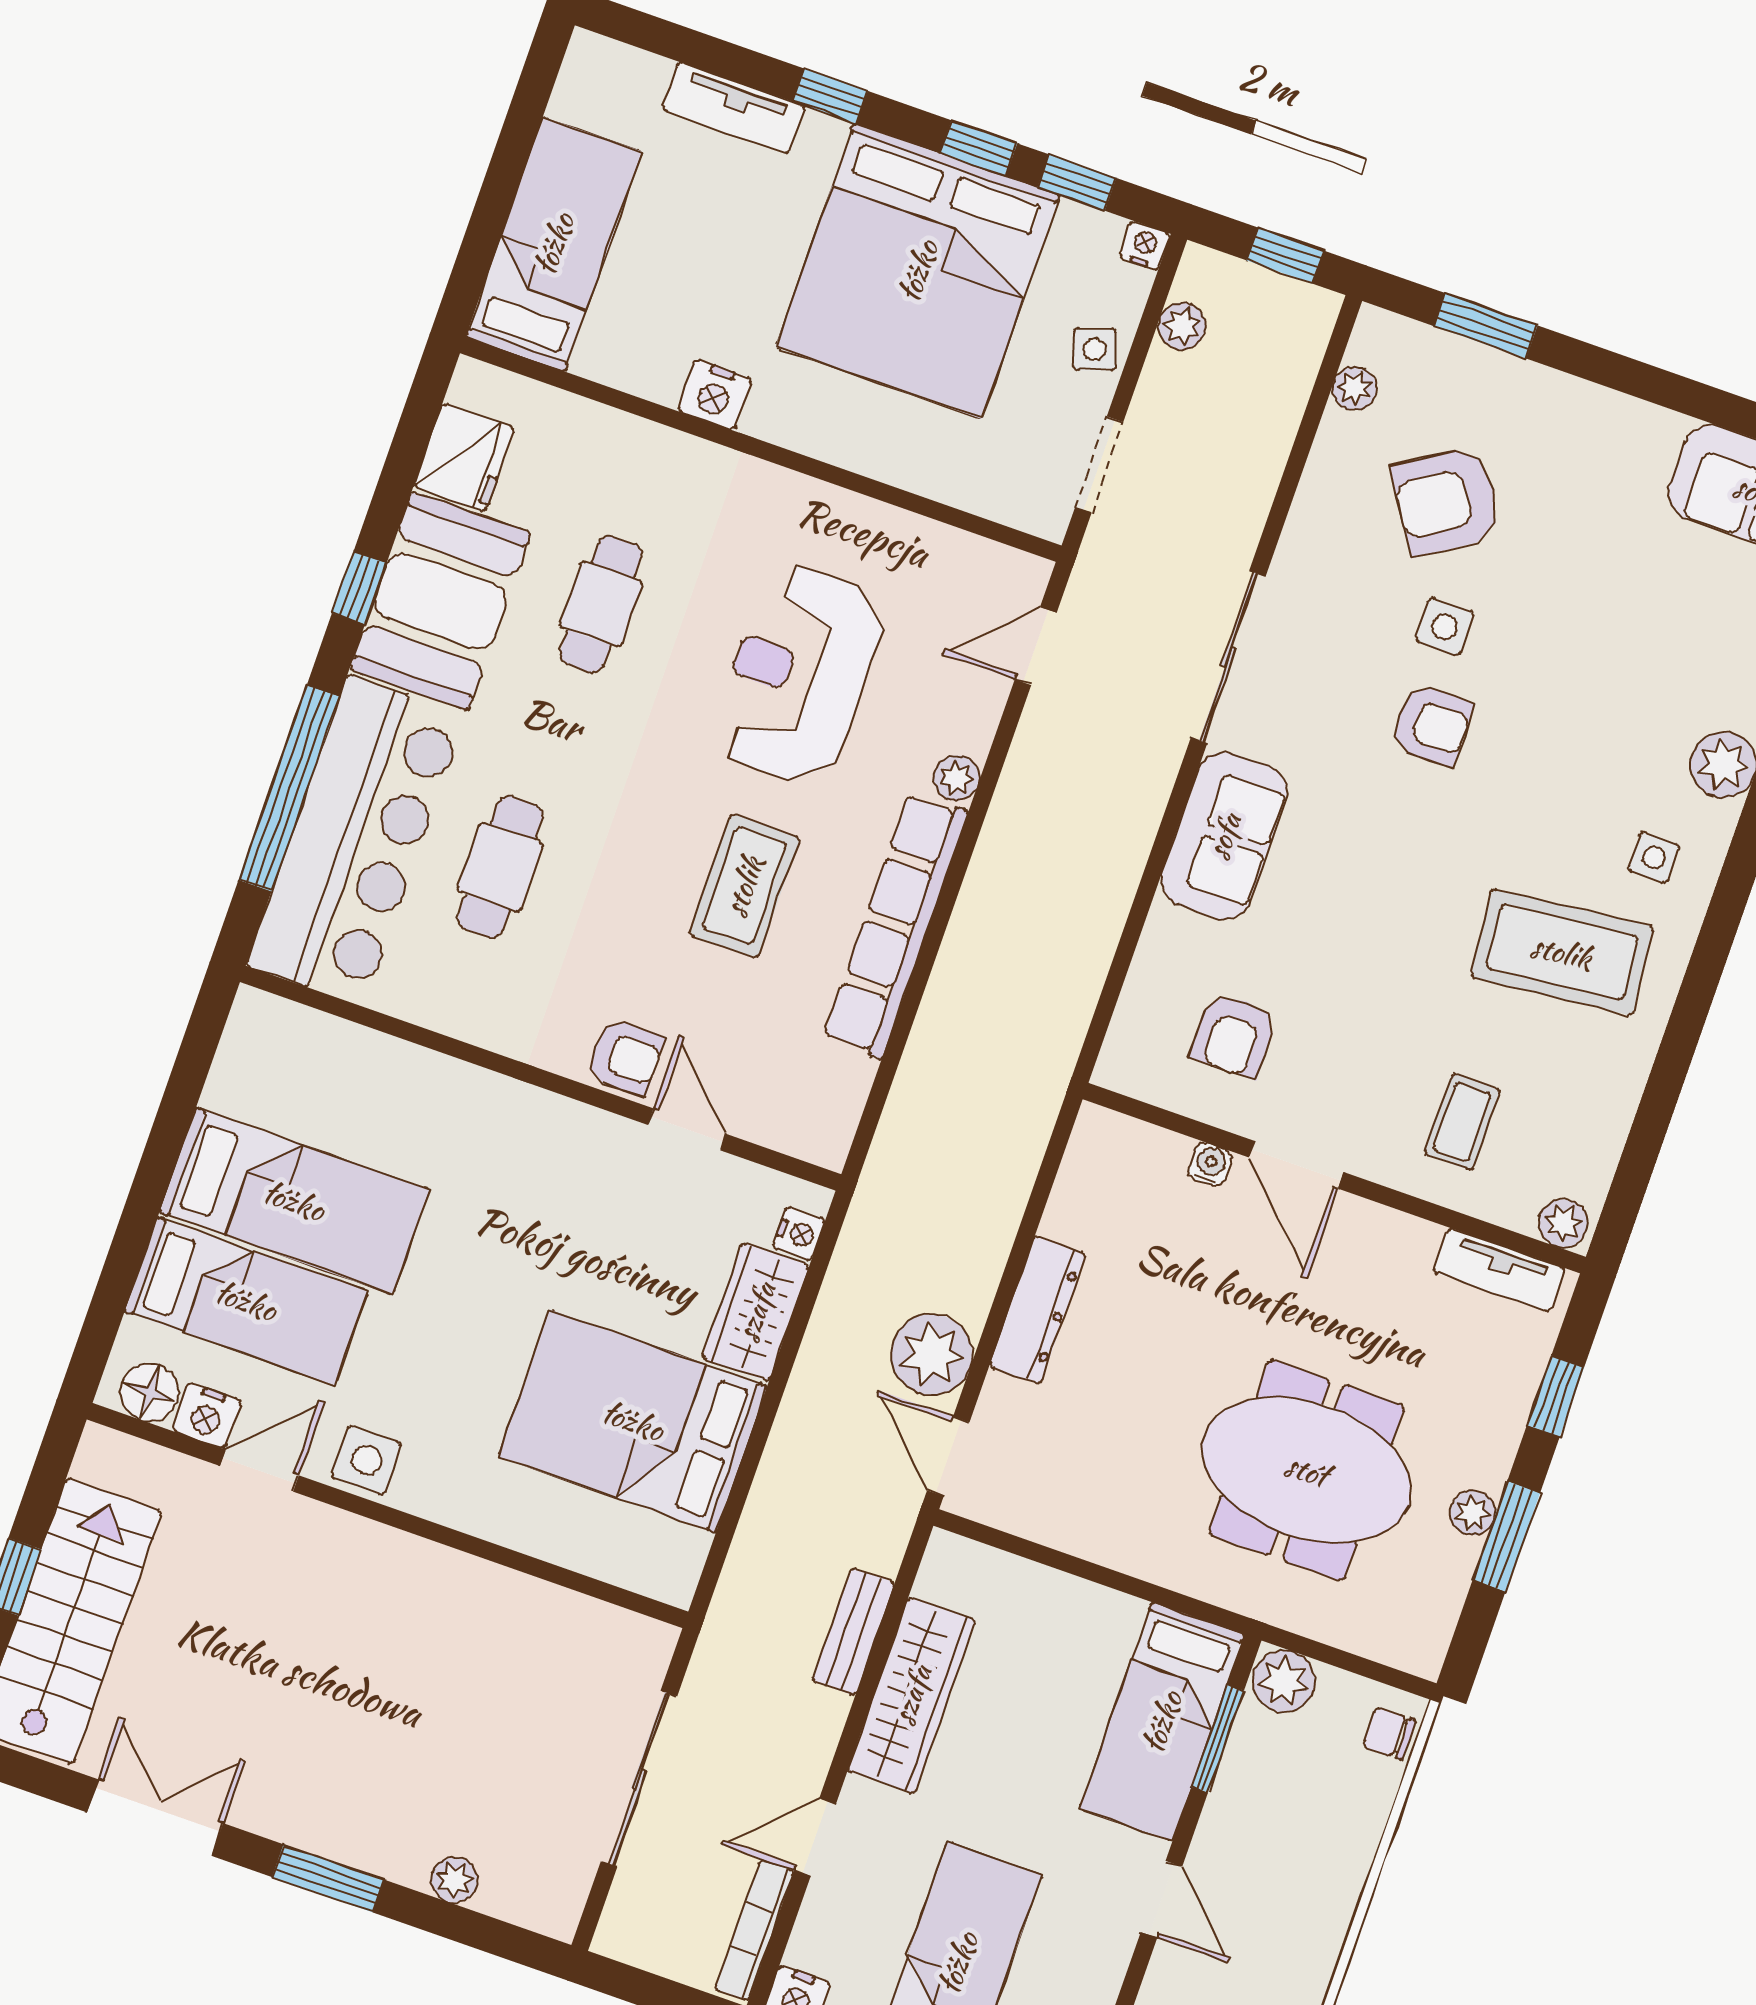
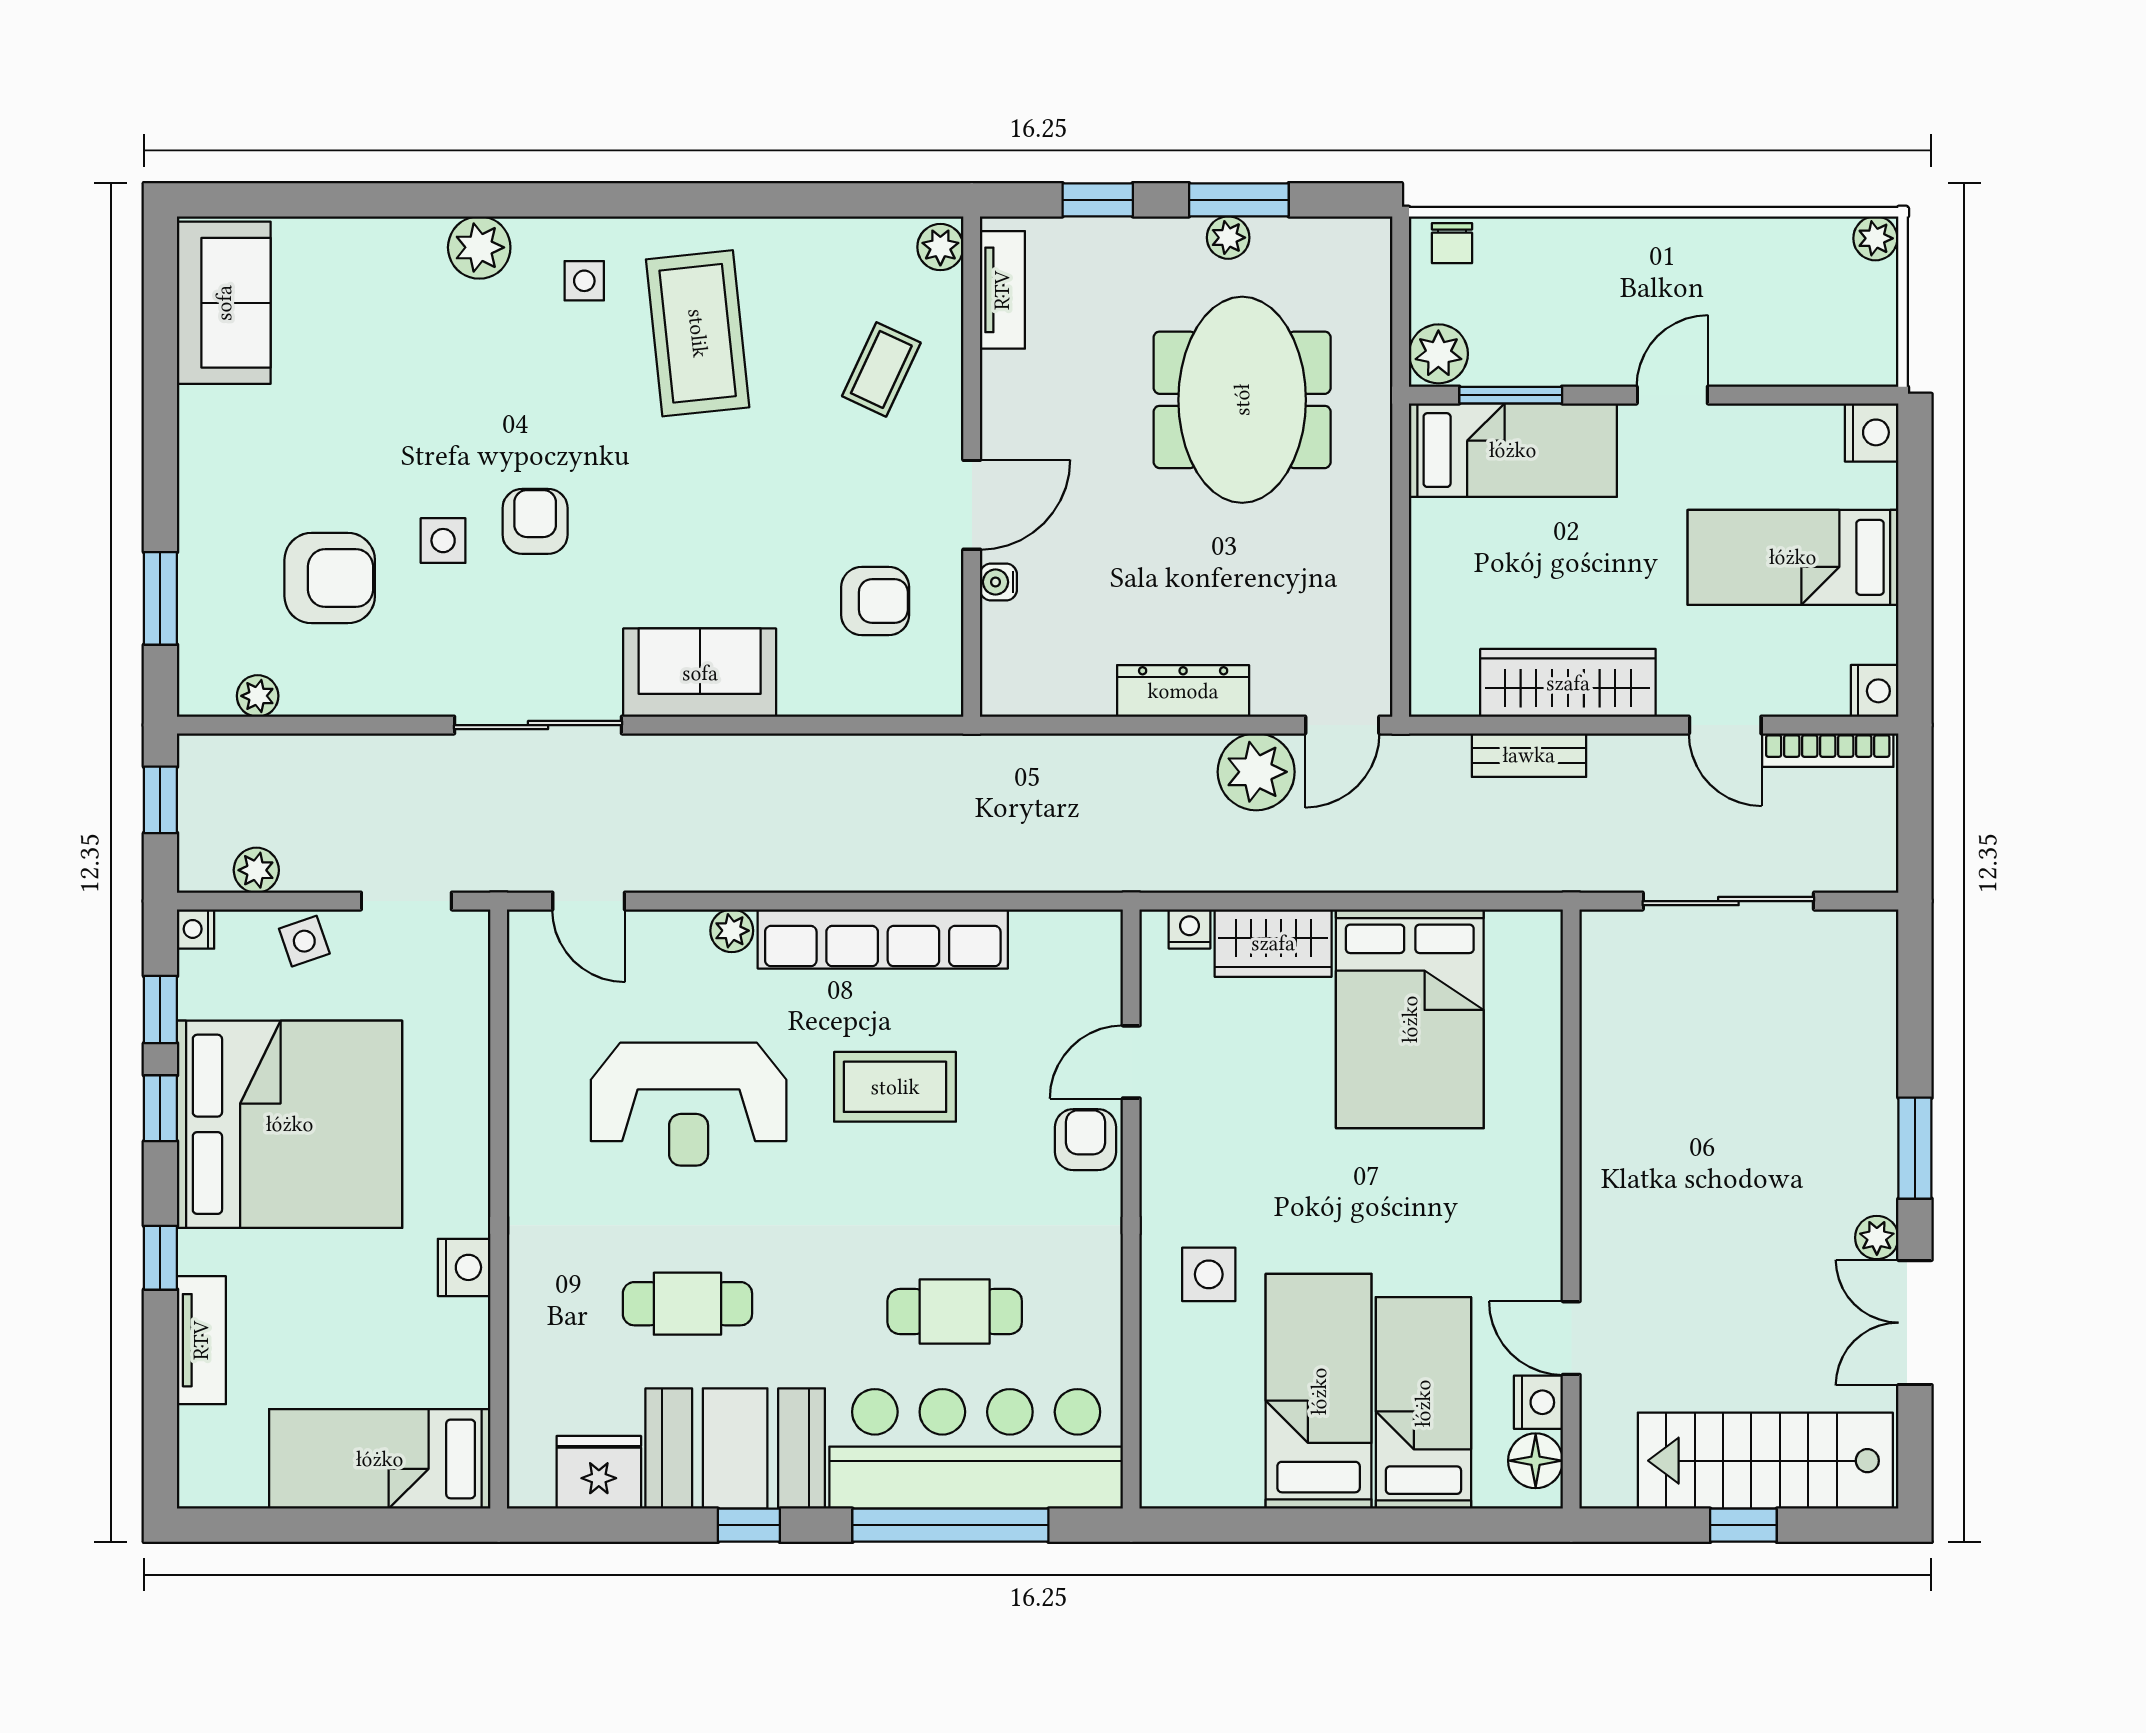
armchair: (1447, 501) -> (330, 578), turned -57
coffee table: (1462, 1122) -> (881, 369), turned -65
side table: (366, 1460) -> (1209, 1274), moved
plant: (454, 1880) -> (1877, 1238), moved

